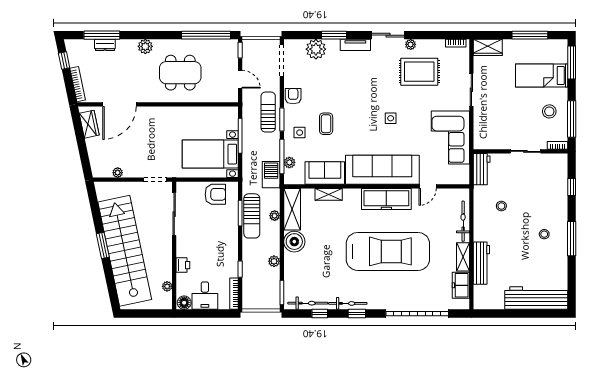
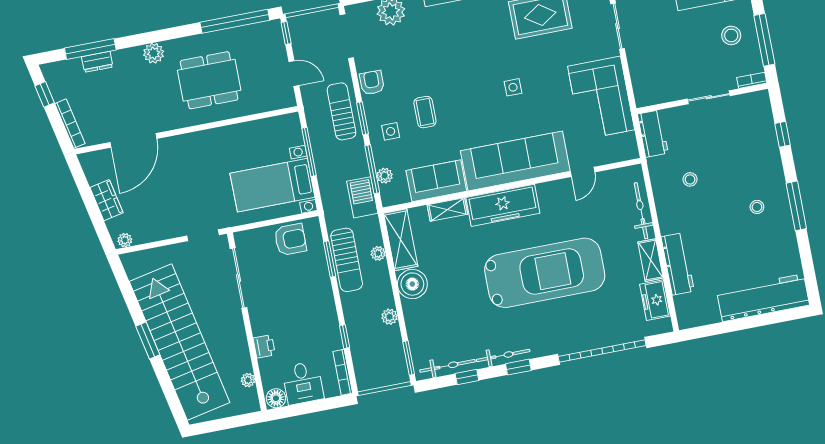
wardrobe: (89, 124) -> (107, 200), moved
plant: (118, 173) -> (125, 240), moved
freezer: (386, 199) -> (503, 205), moved

